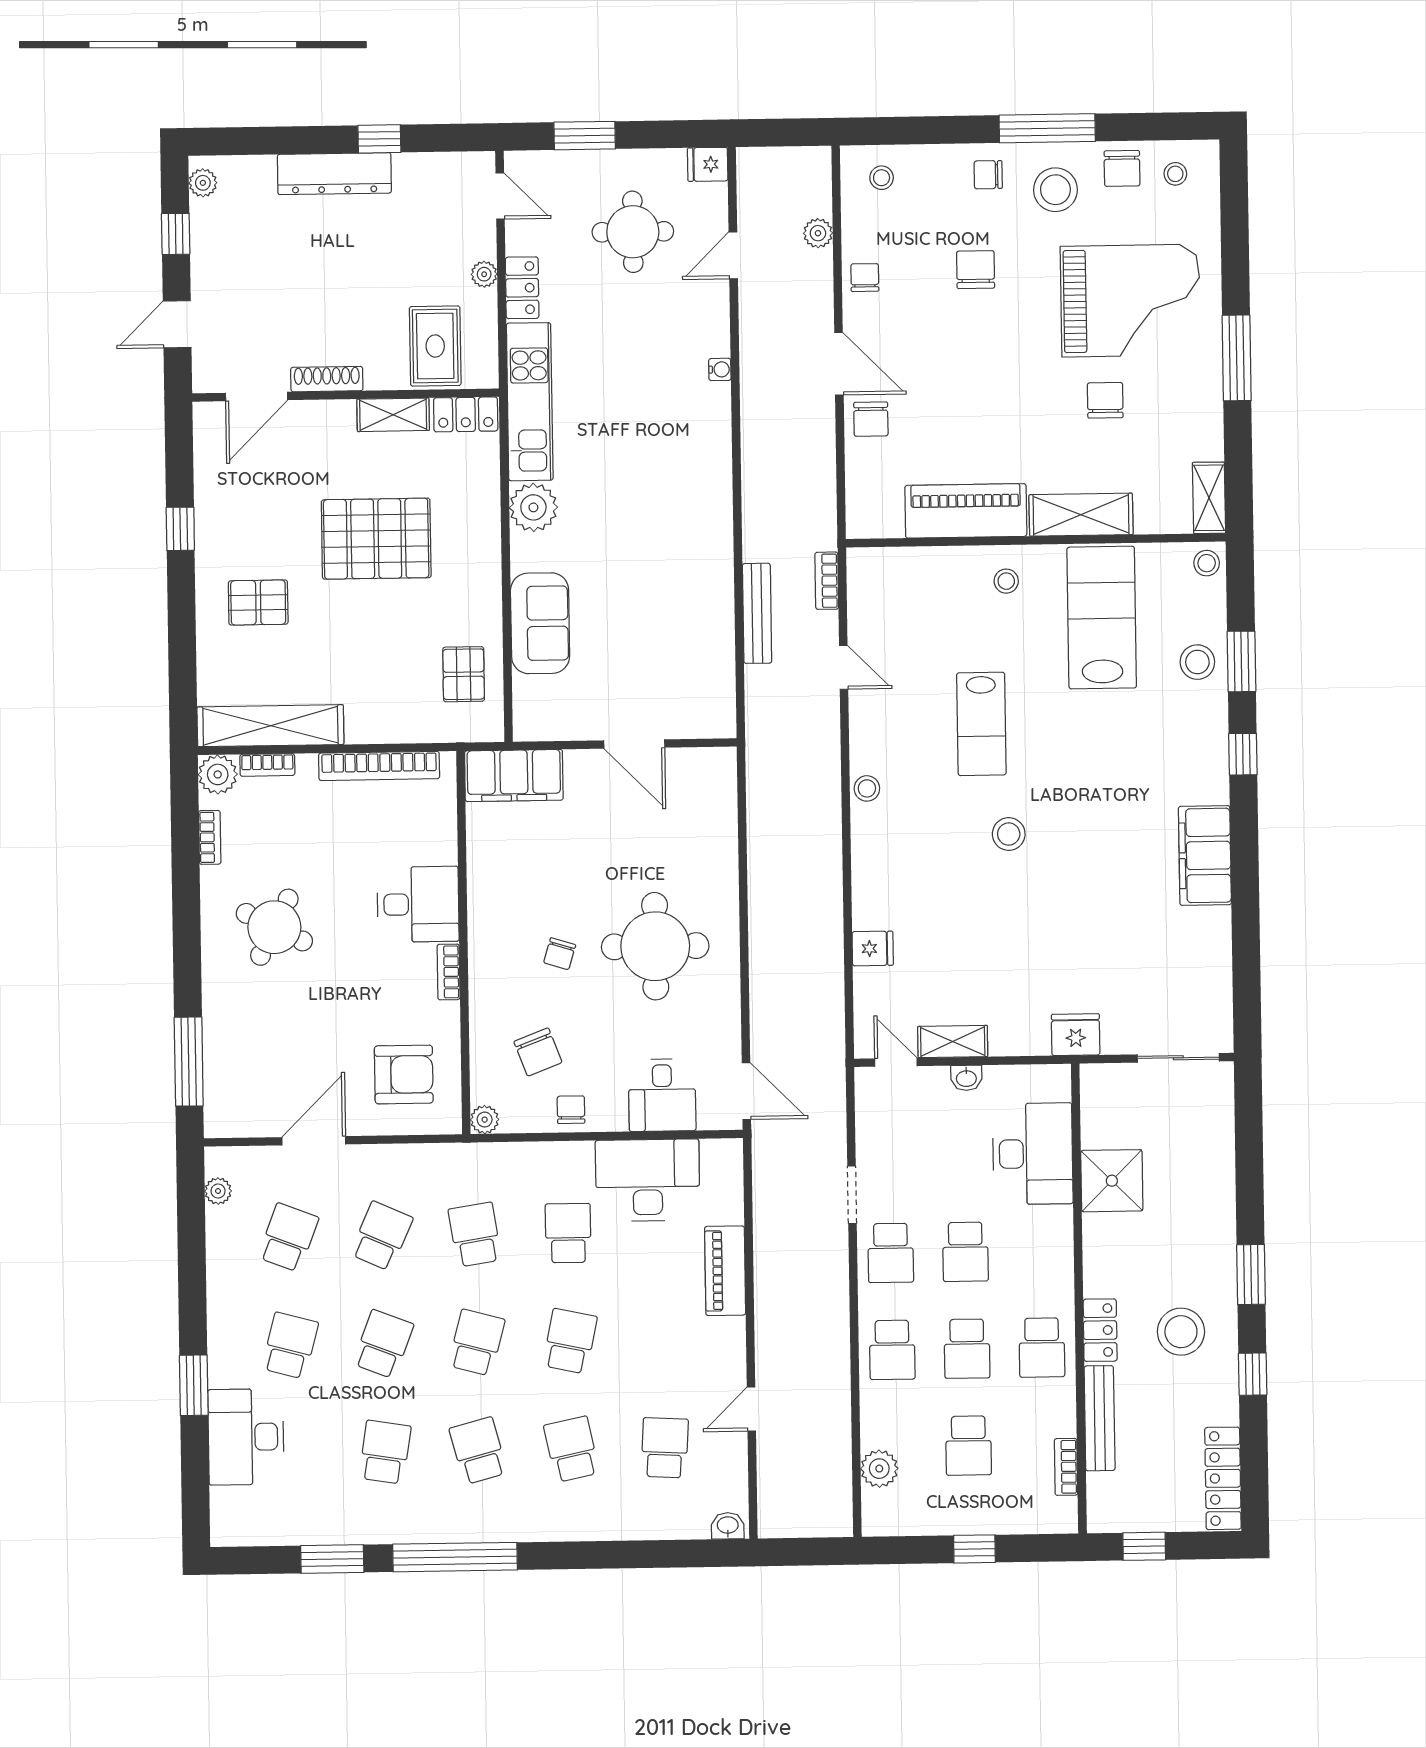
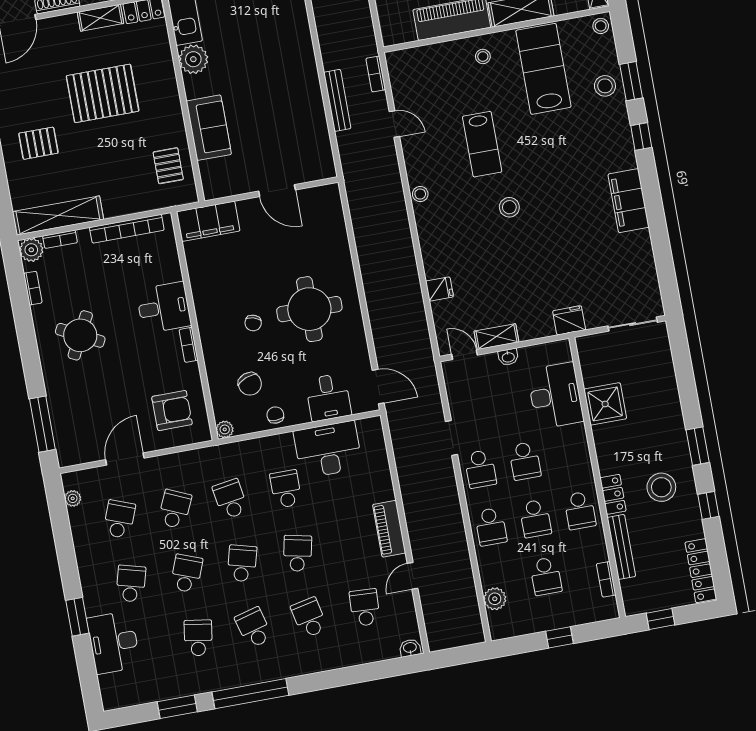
piano: (725, 1271) -> (389, 529), moved

